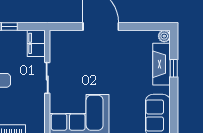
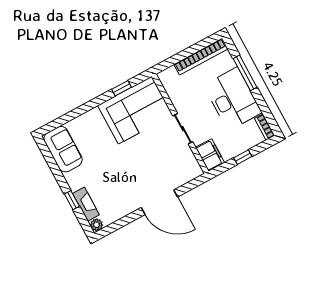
fireplace: (162, 64) -> (86, 204), width x0.73, depth x0.76

